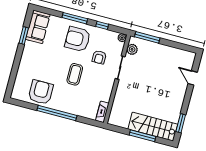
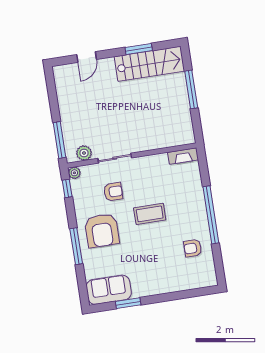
window: (102, 25) -> (67, 188), moved
armchair: (41, 92) -> (193, 248), width x0.53, depth x0.53
window: (181, 123) -> (139, 49), moved
stairs: (153, 127) -> (149, 64), moved, turned -90

